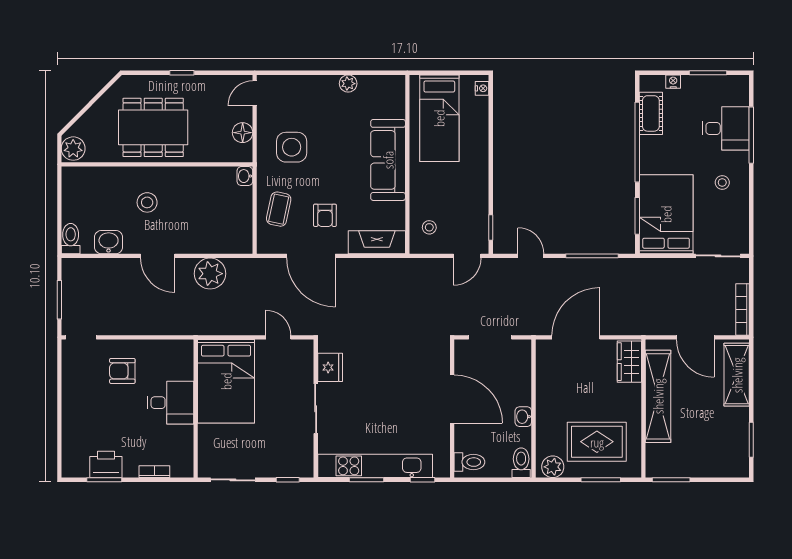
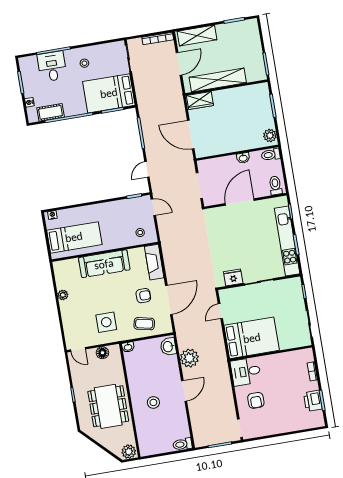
washbasin: (109, 242) -> (168, 347), moved
desk: (171, 403) -> (246, 372), moved, turned -90
rug: (597, 442) -> (251, 112), removed

